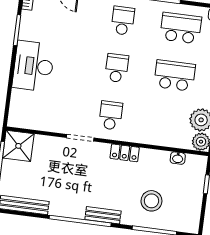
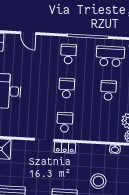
school desk: (175, 75) -> (108, 90), width x0.54
locker: (125, 153) -> (65, 148), moved

